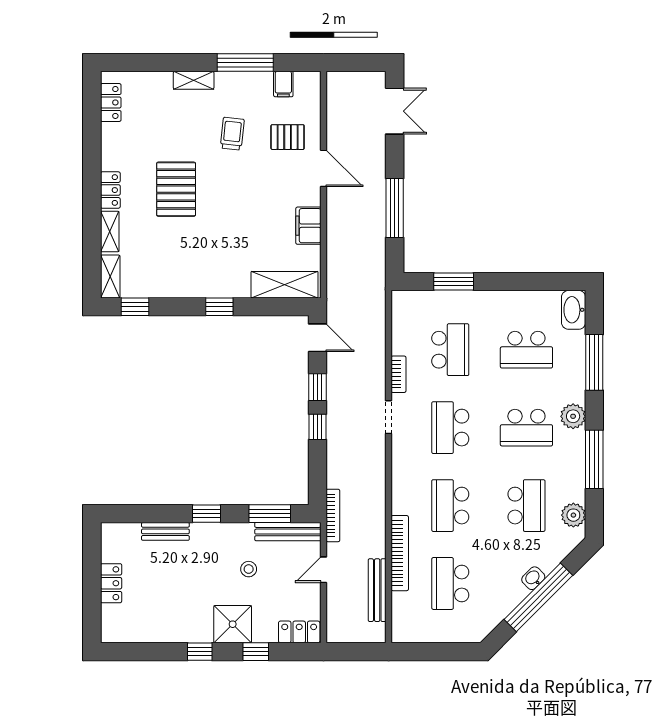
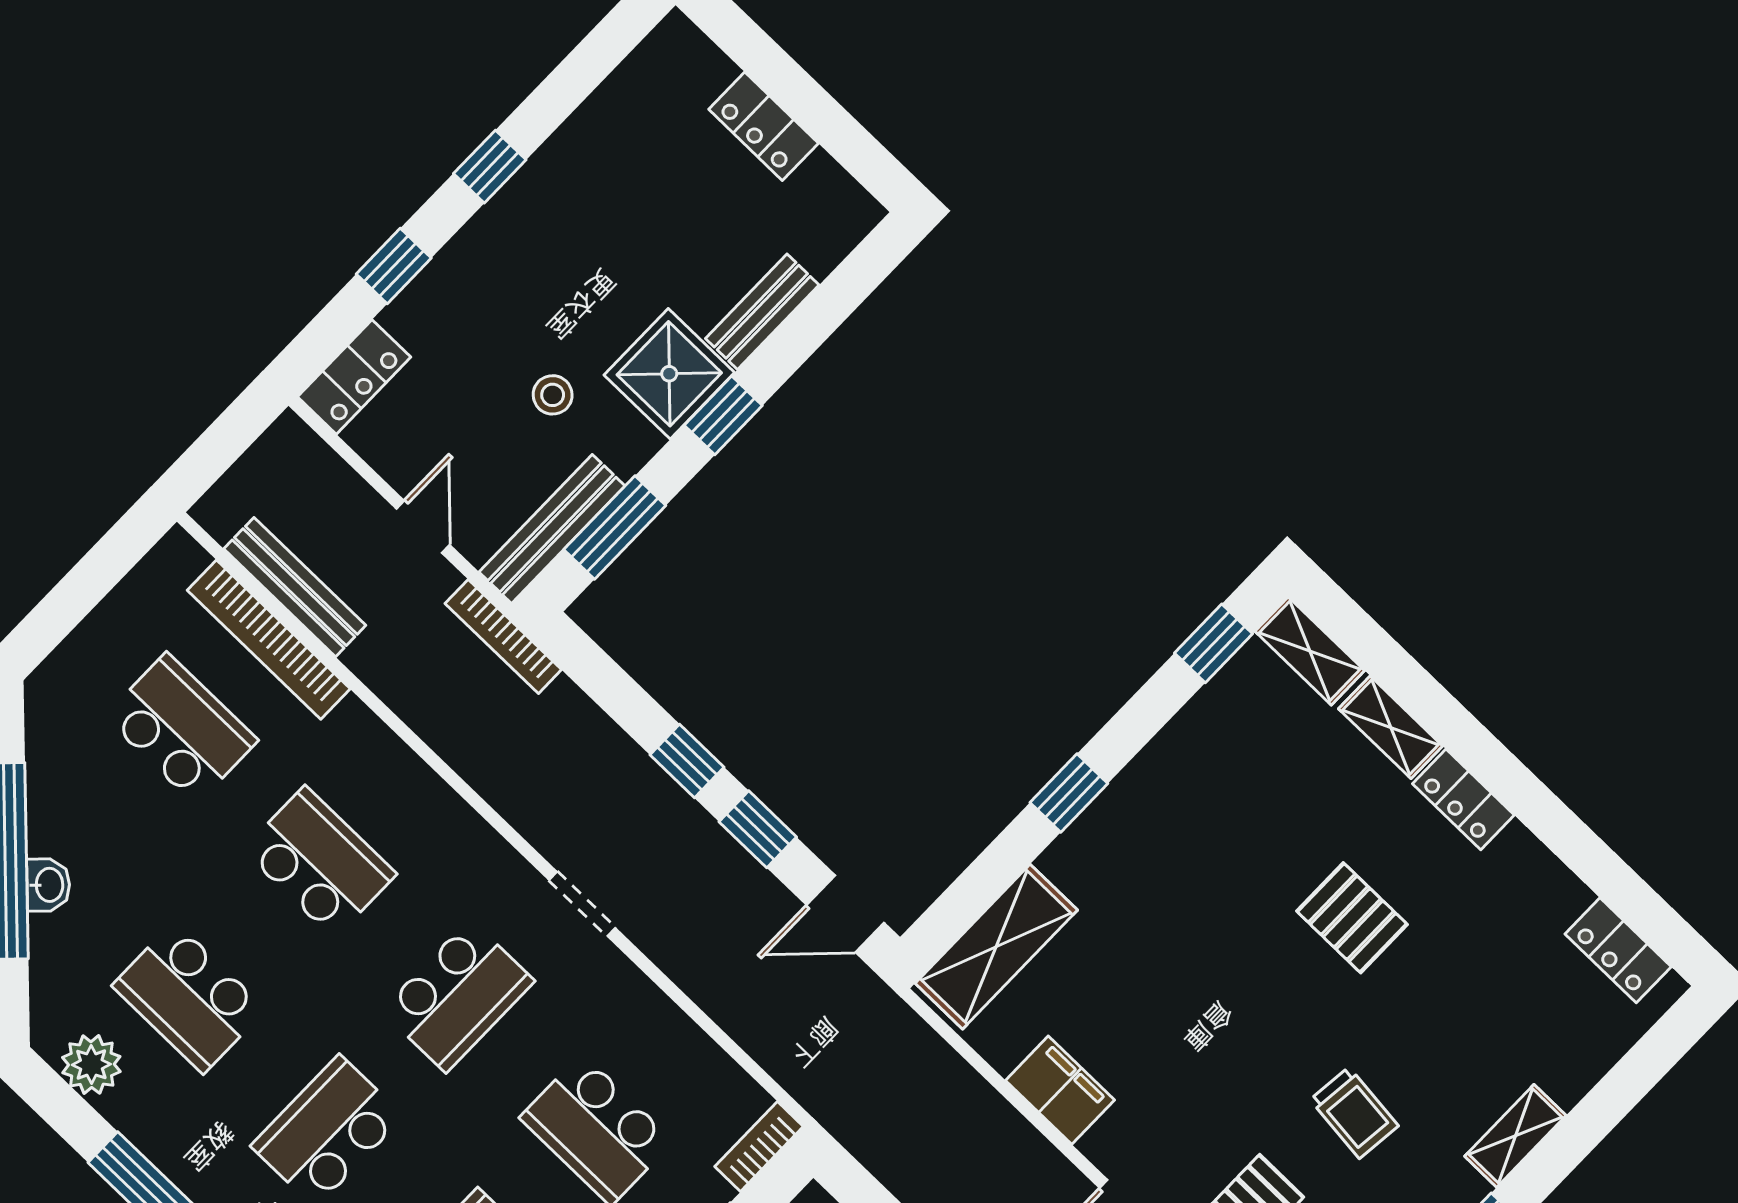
pallet: (176, 189) -> (1352, 918), width x0.67, depth x0.71
bookcase: (399, 374) -> (759, 1146), moved, turned 90
school desk: (450, 428) -> (458, 996), turned 90
bookcase: (400, 553) -> (269, 640), moved
shower: (233, 624) -> (669, 374), moved

